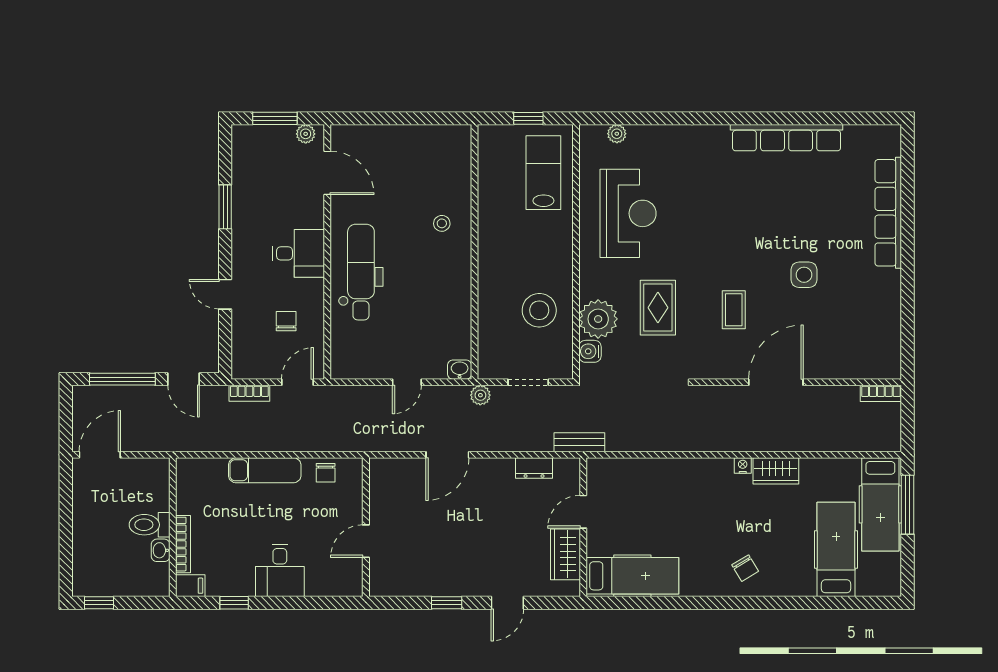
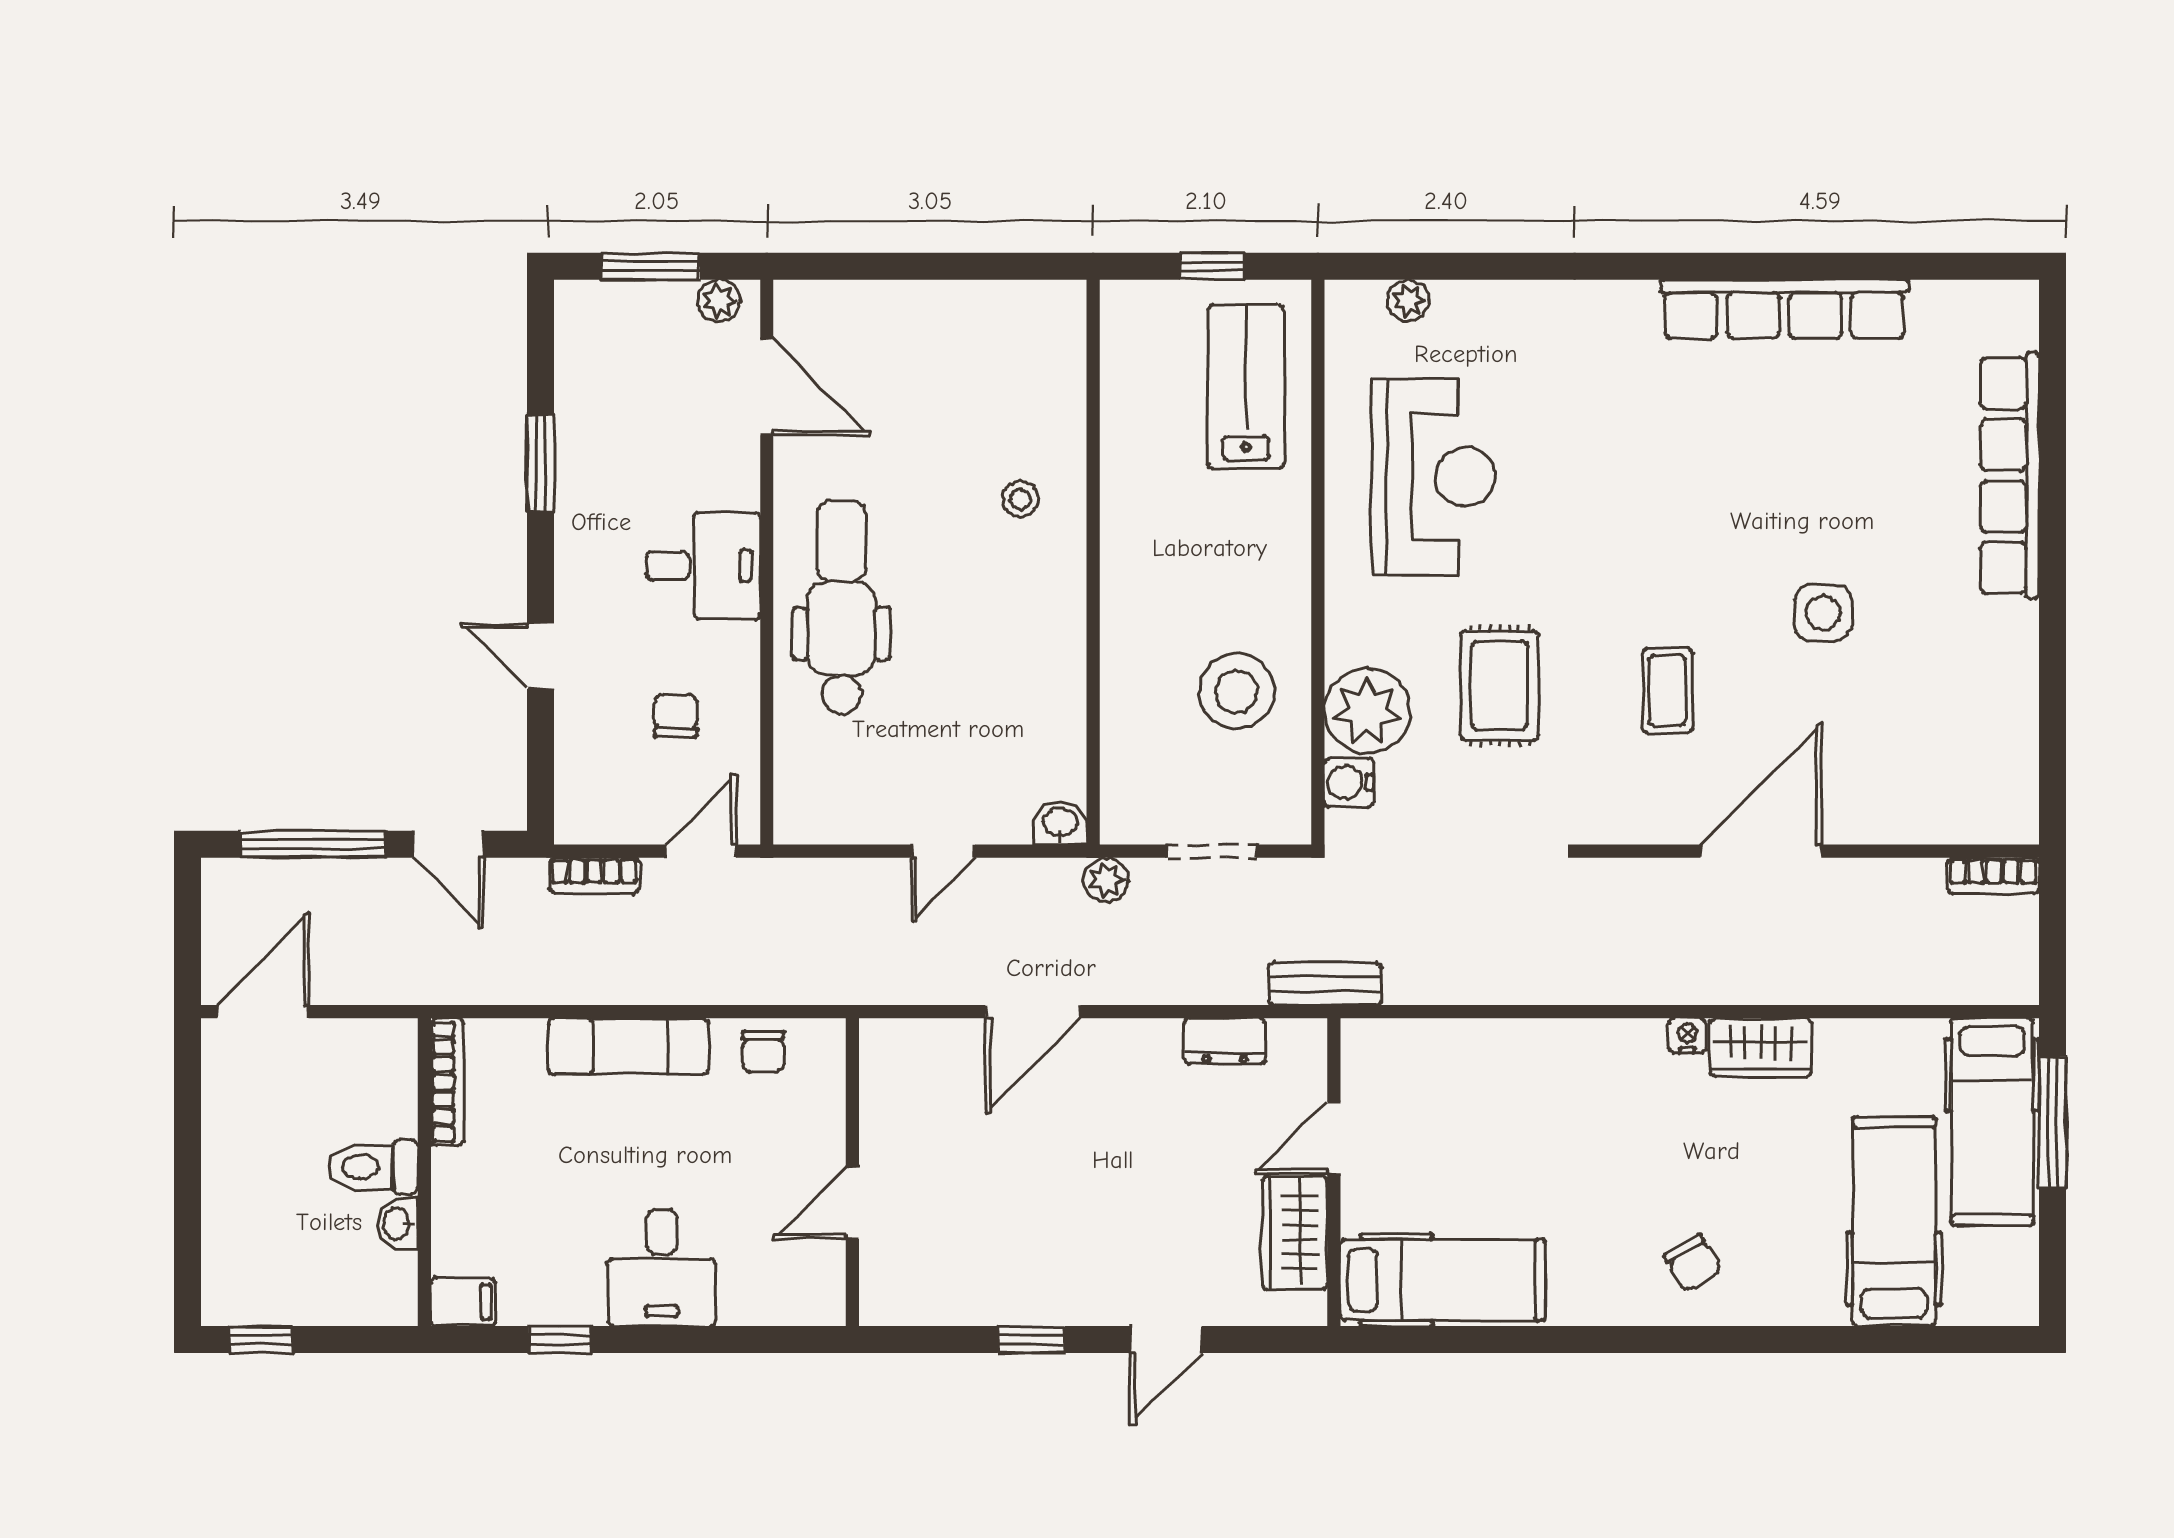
bookcase: (183, 544) -> (447, 1082), moved

